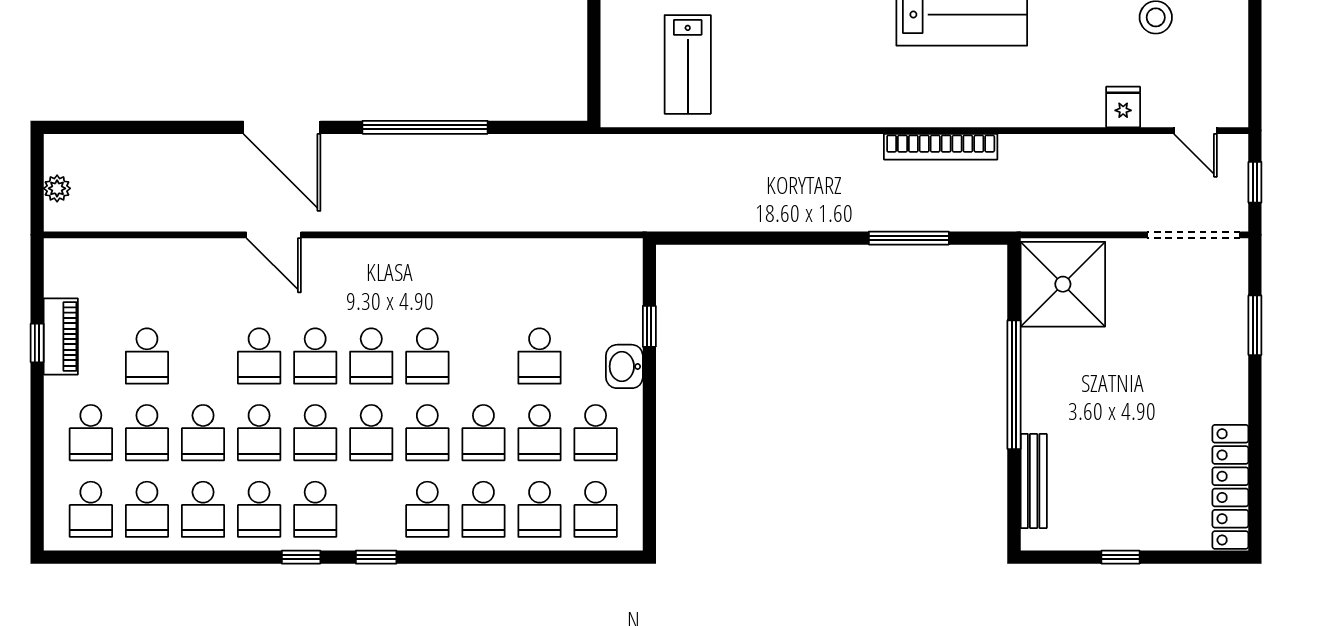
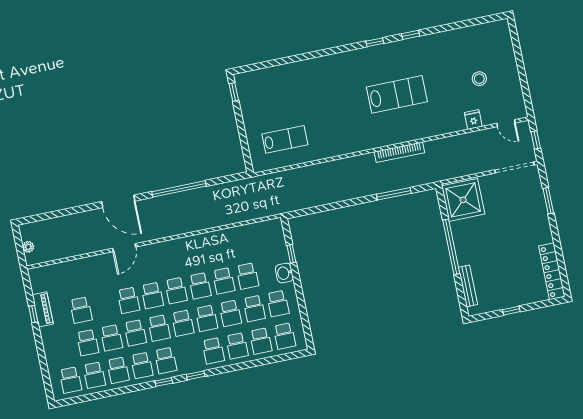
lab bench: (688, 64) -> (285, 139), turned -90
door: (274, 235) -> (124, 248), hinge flipped
school desk: (91, 433) -> (224, 281), moved

